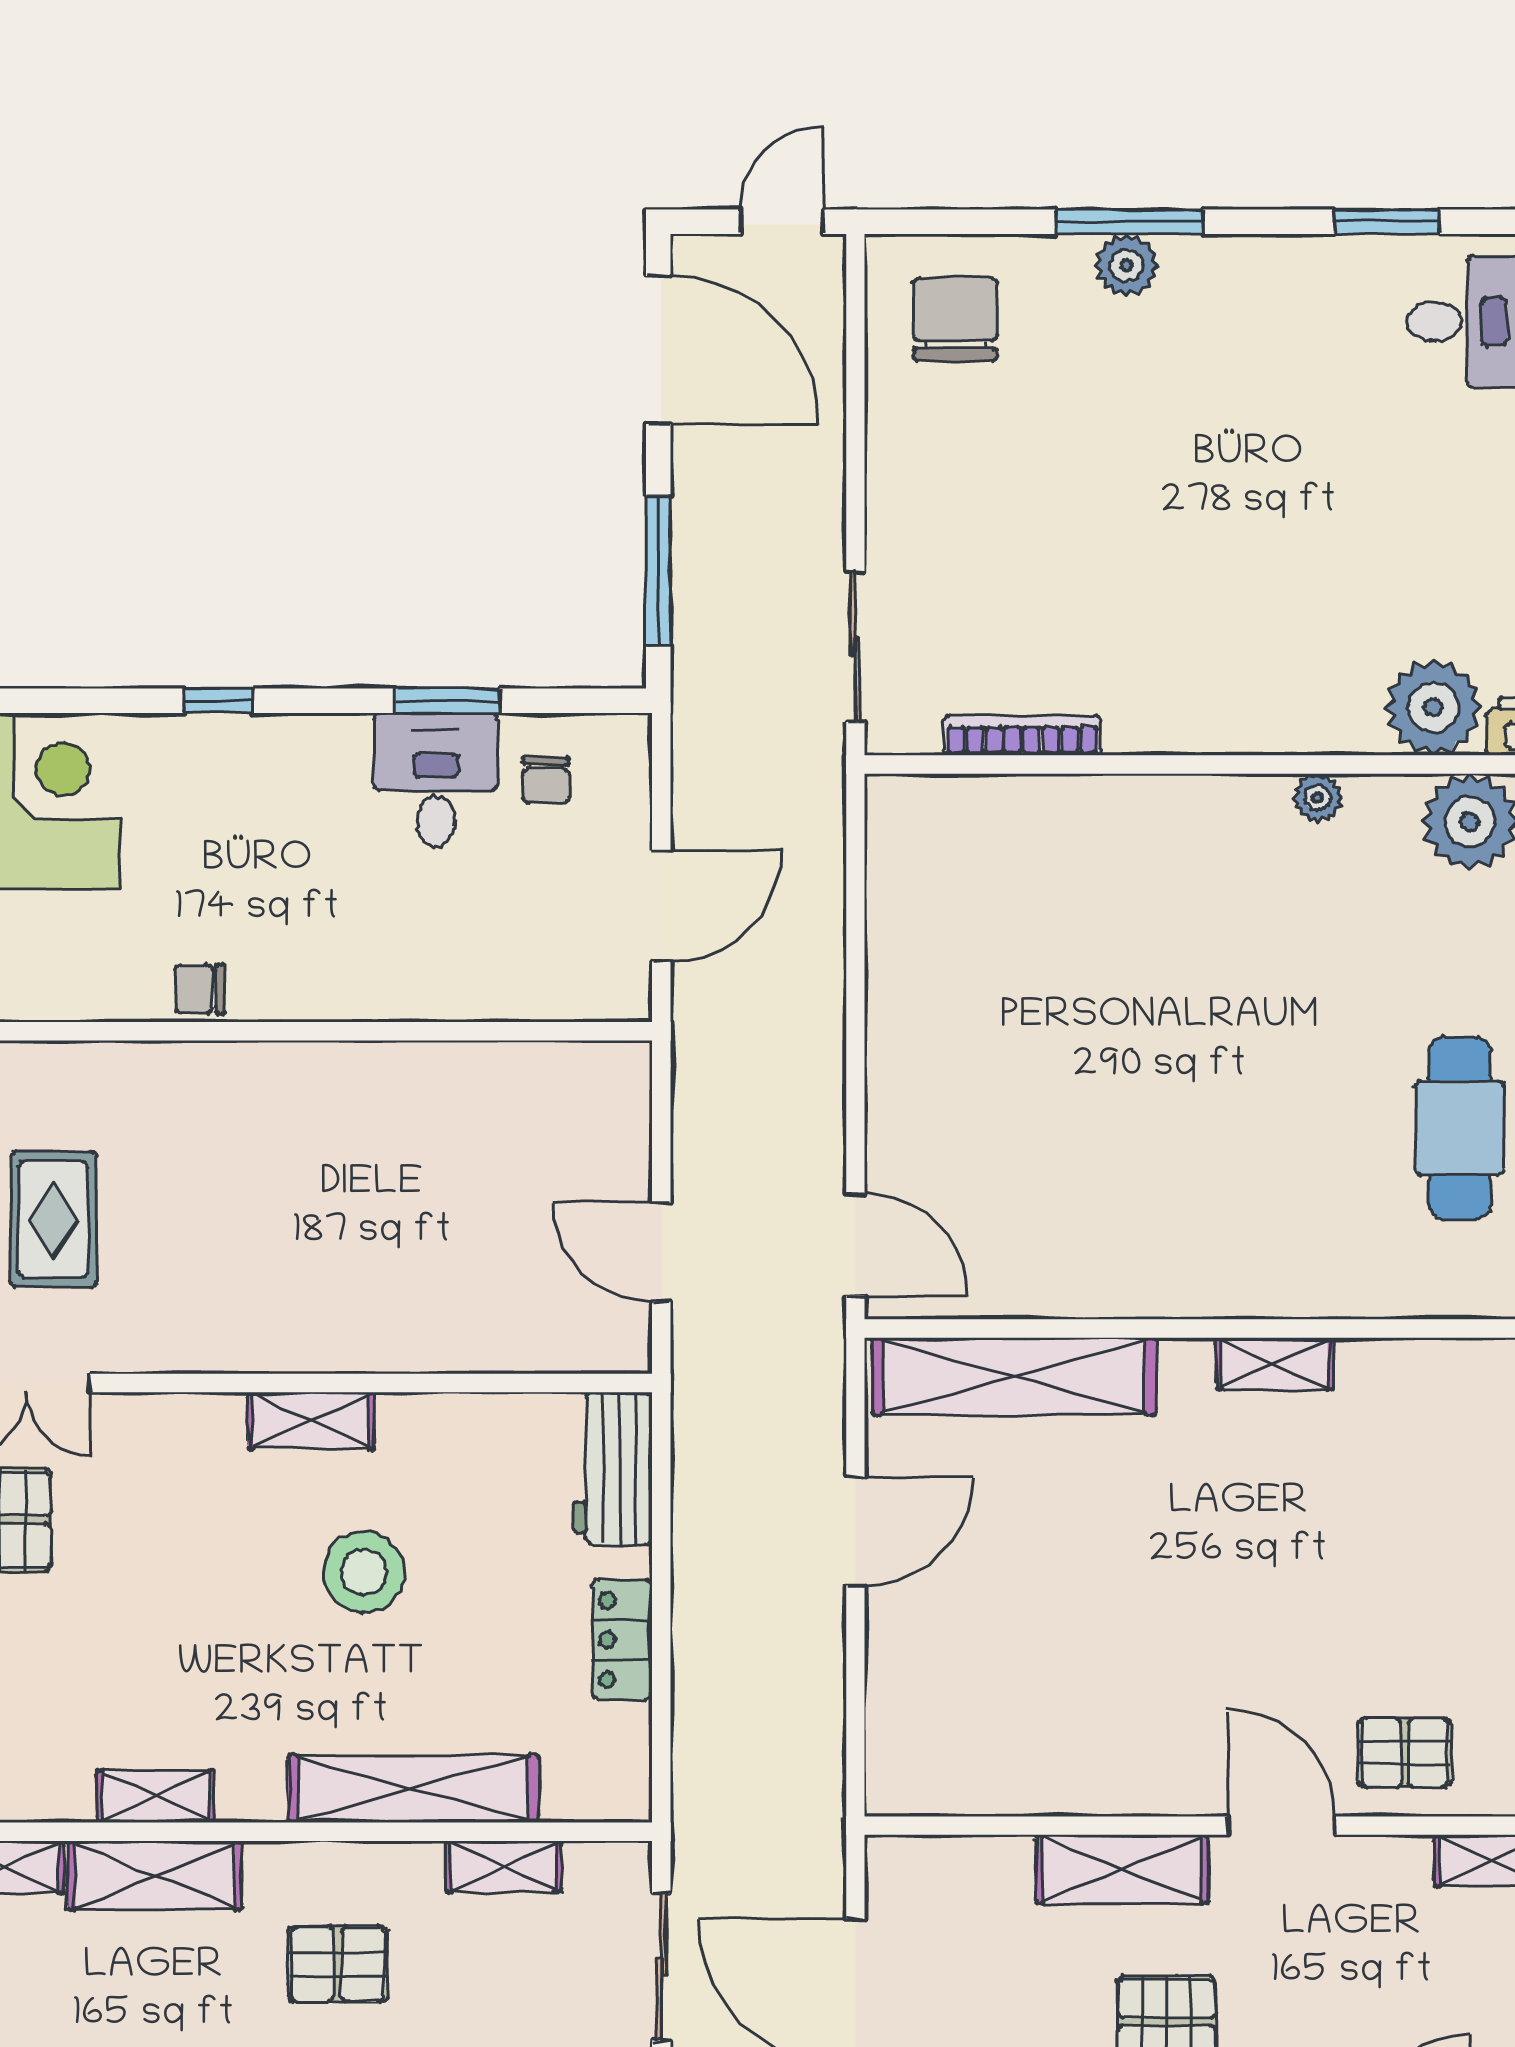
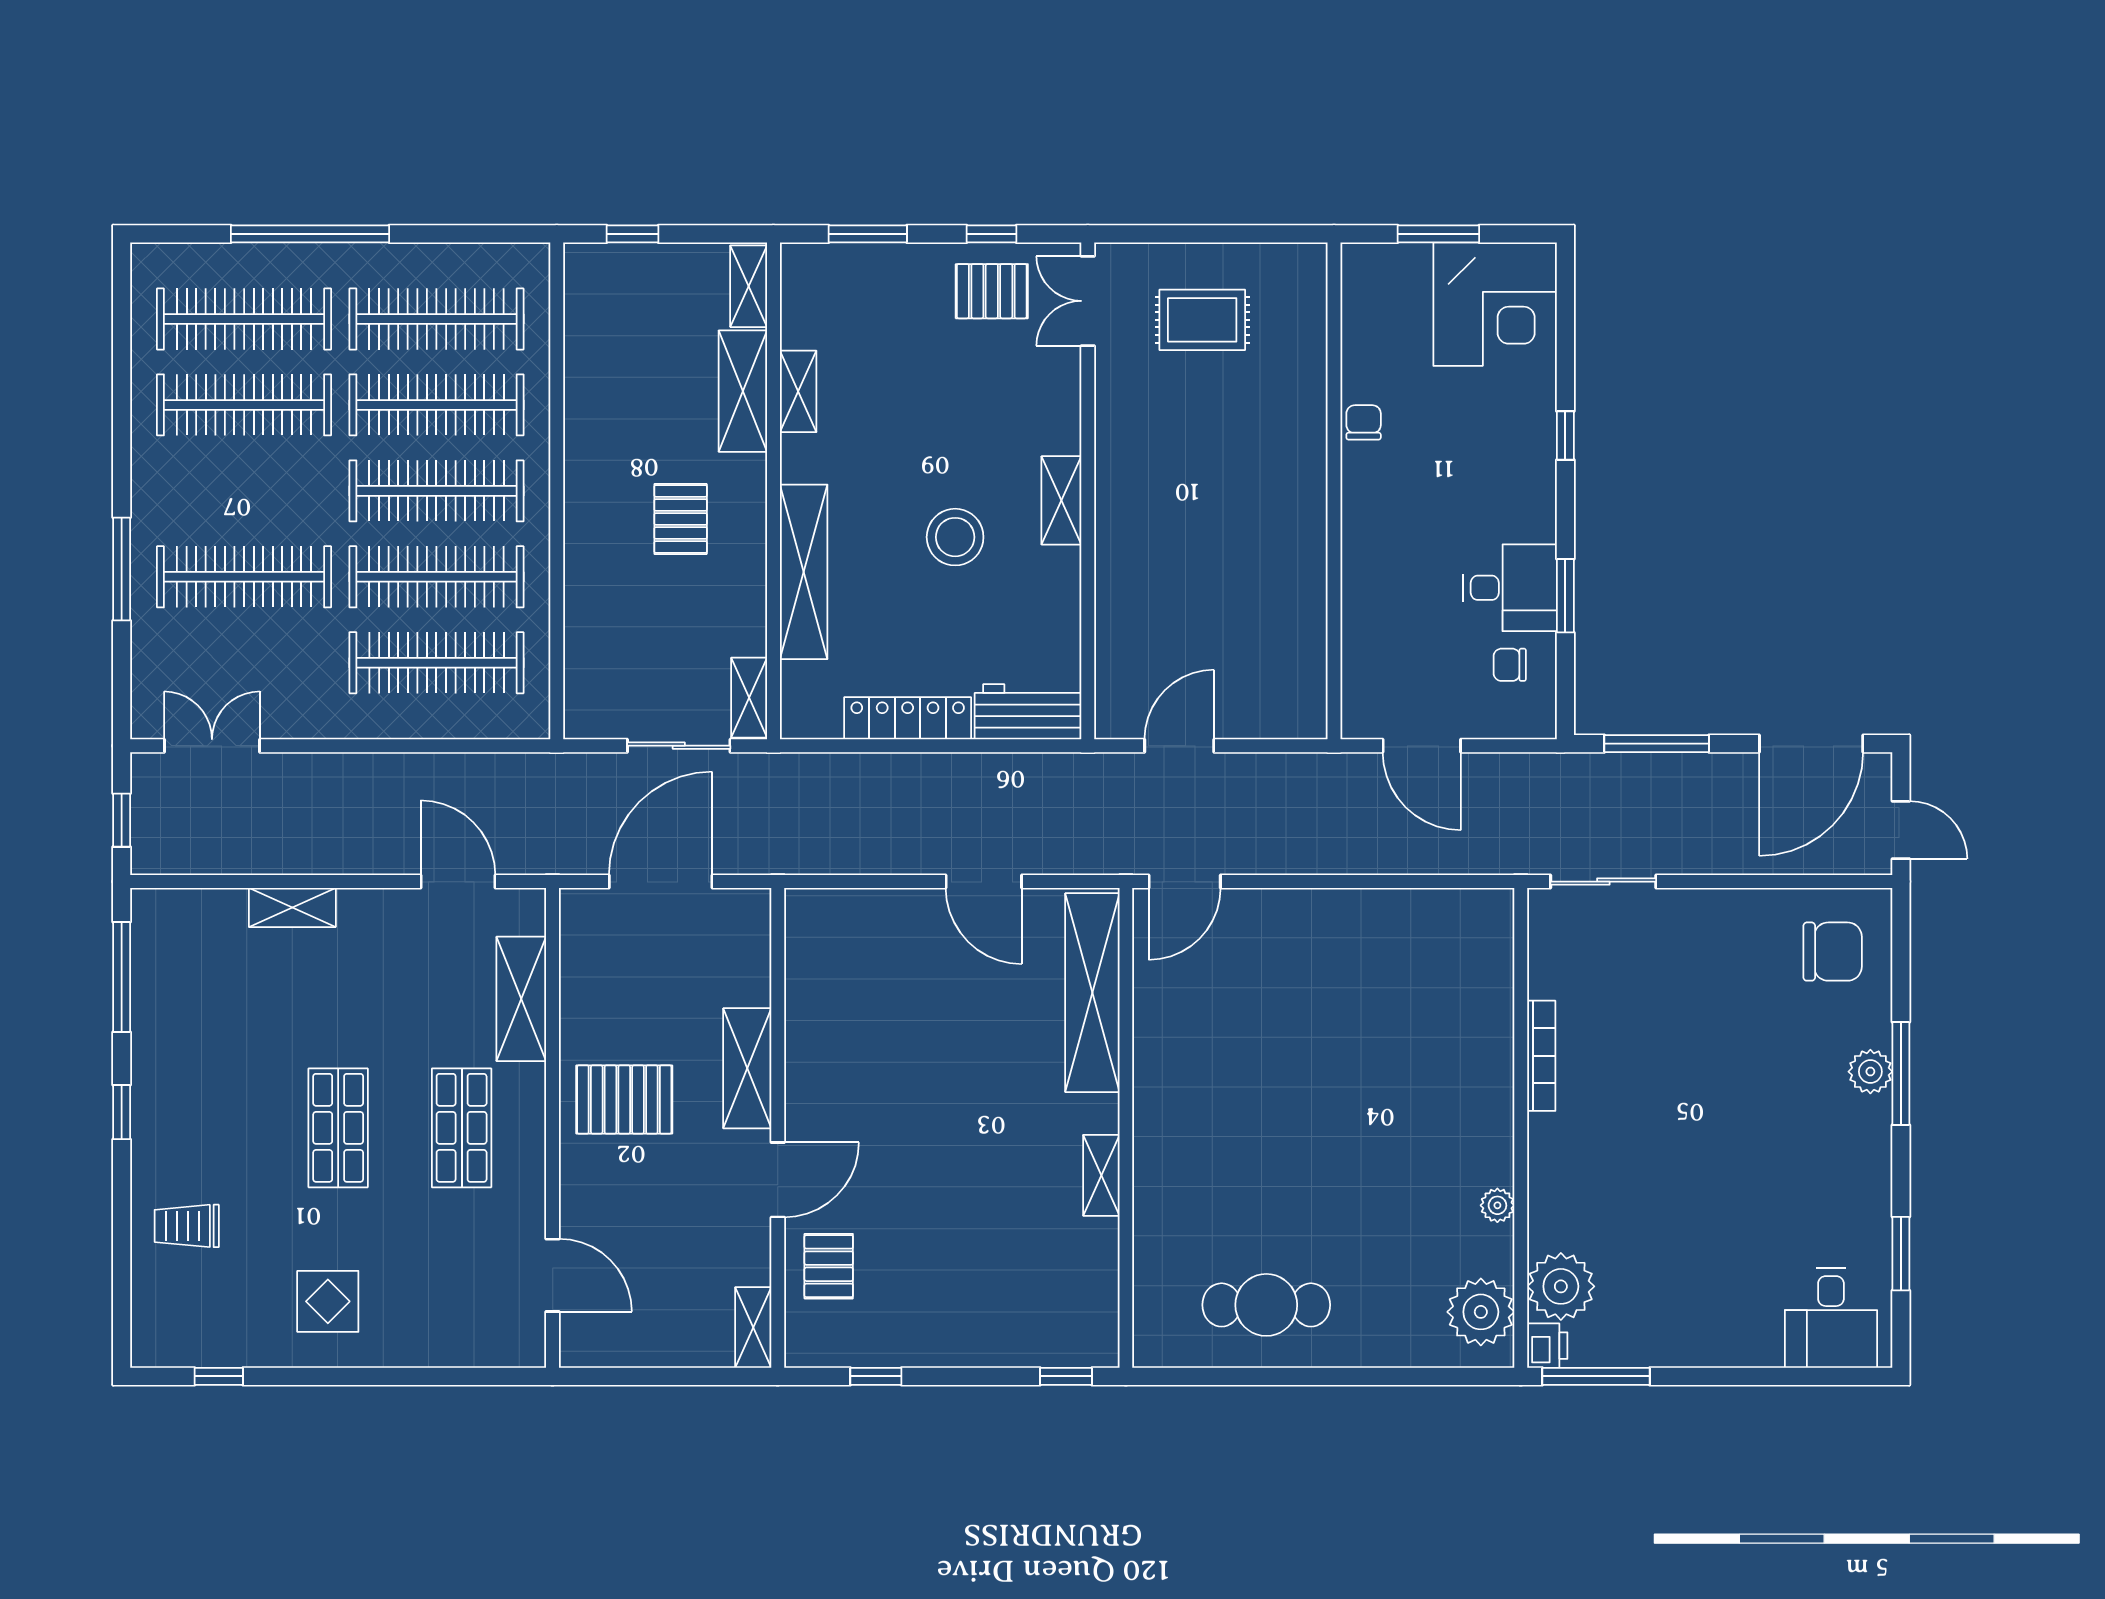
bookcase: (1022, 735) -> (1541, 1056), moved
locker: (622, 1640) -> (908, 718), width x1.53
shelving: (504, 1866) -> (749, 698), moved

